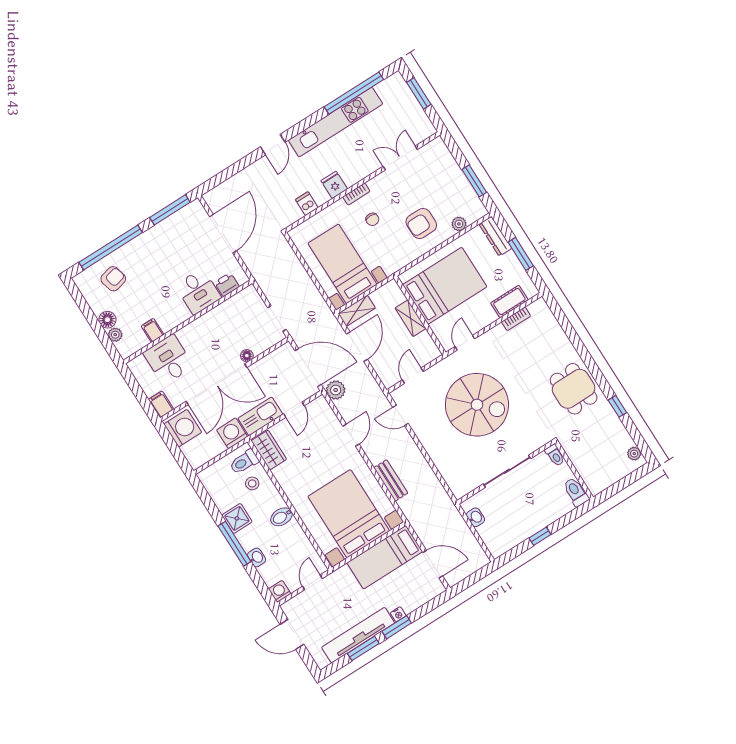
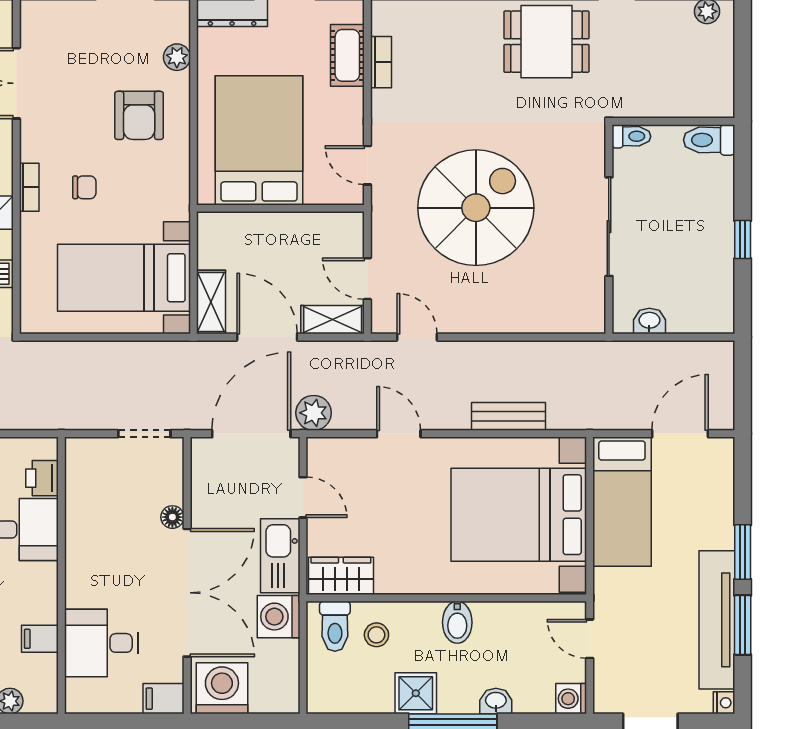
shelving: (411, 318) -> (333, 320), moved
door: (401, 415) -> (417, 337), swing flipped
nightstand: (398, 614) -> (724, 703), moved

